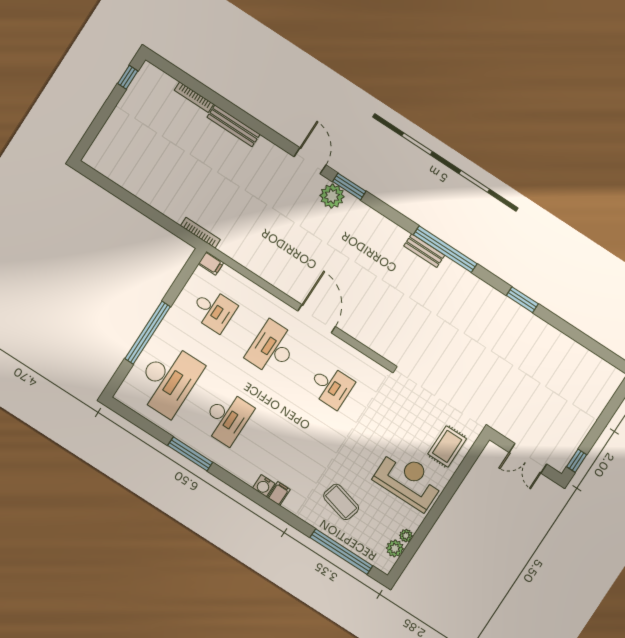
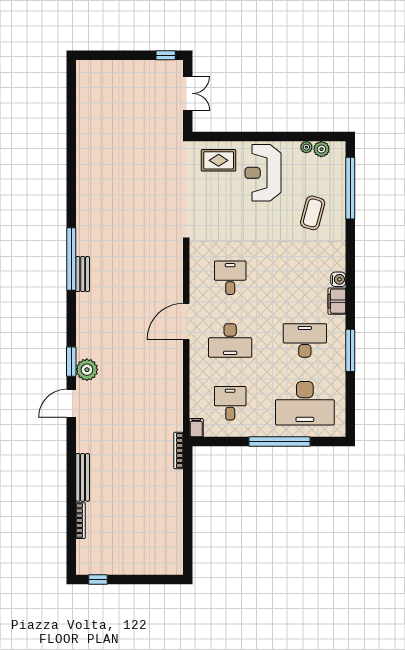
window: (522, 300) -> (71, 176), removed
desk: (168, 380) -> (305, 403), turned 180
filing cabinet: (279, 494) -> (337, 301), moved, width x2.00

